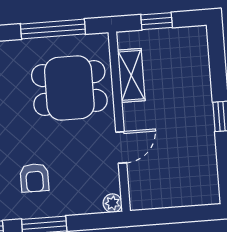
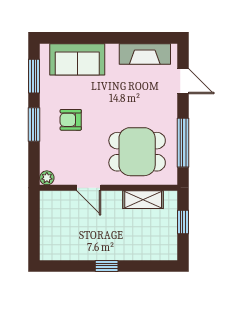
dining table: (69, 88) -> (137, 152), turned 90

